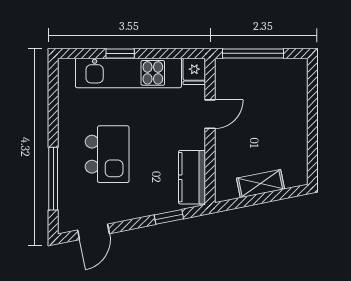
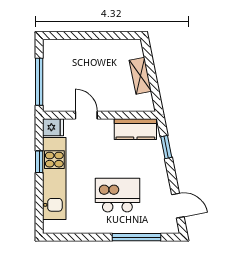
window: (120, 53) -> (39, 162), moved

